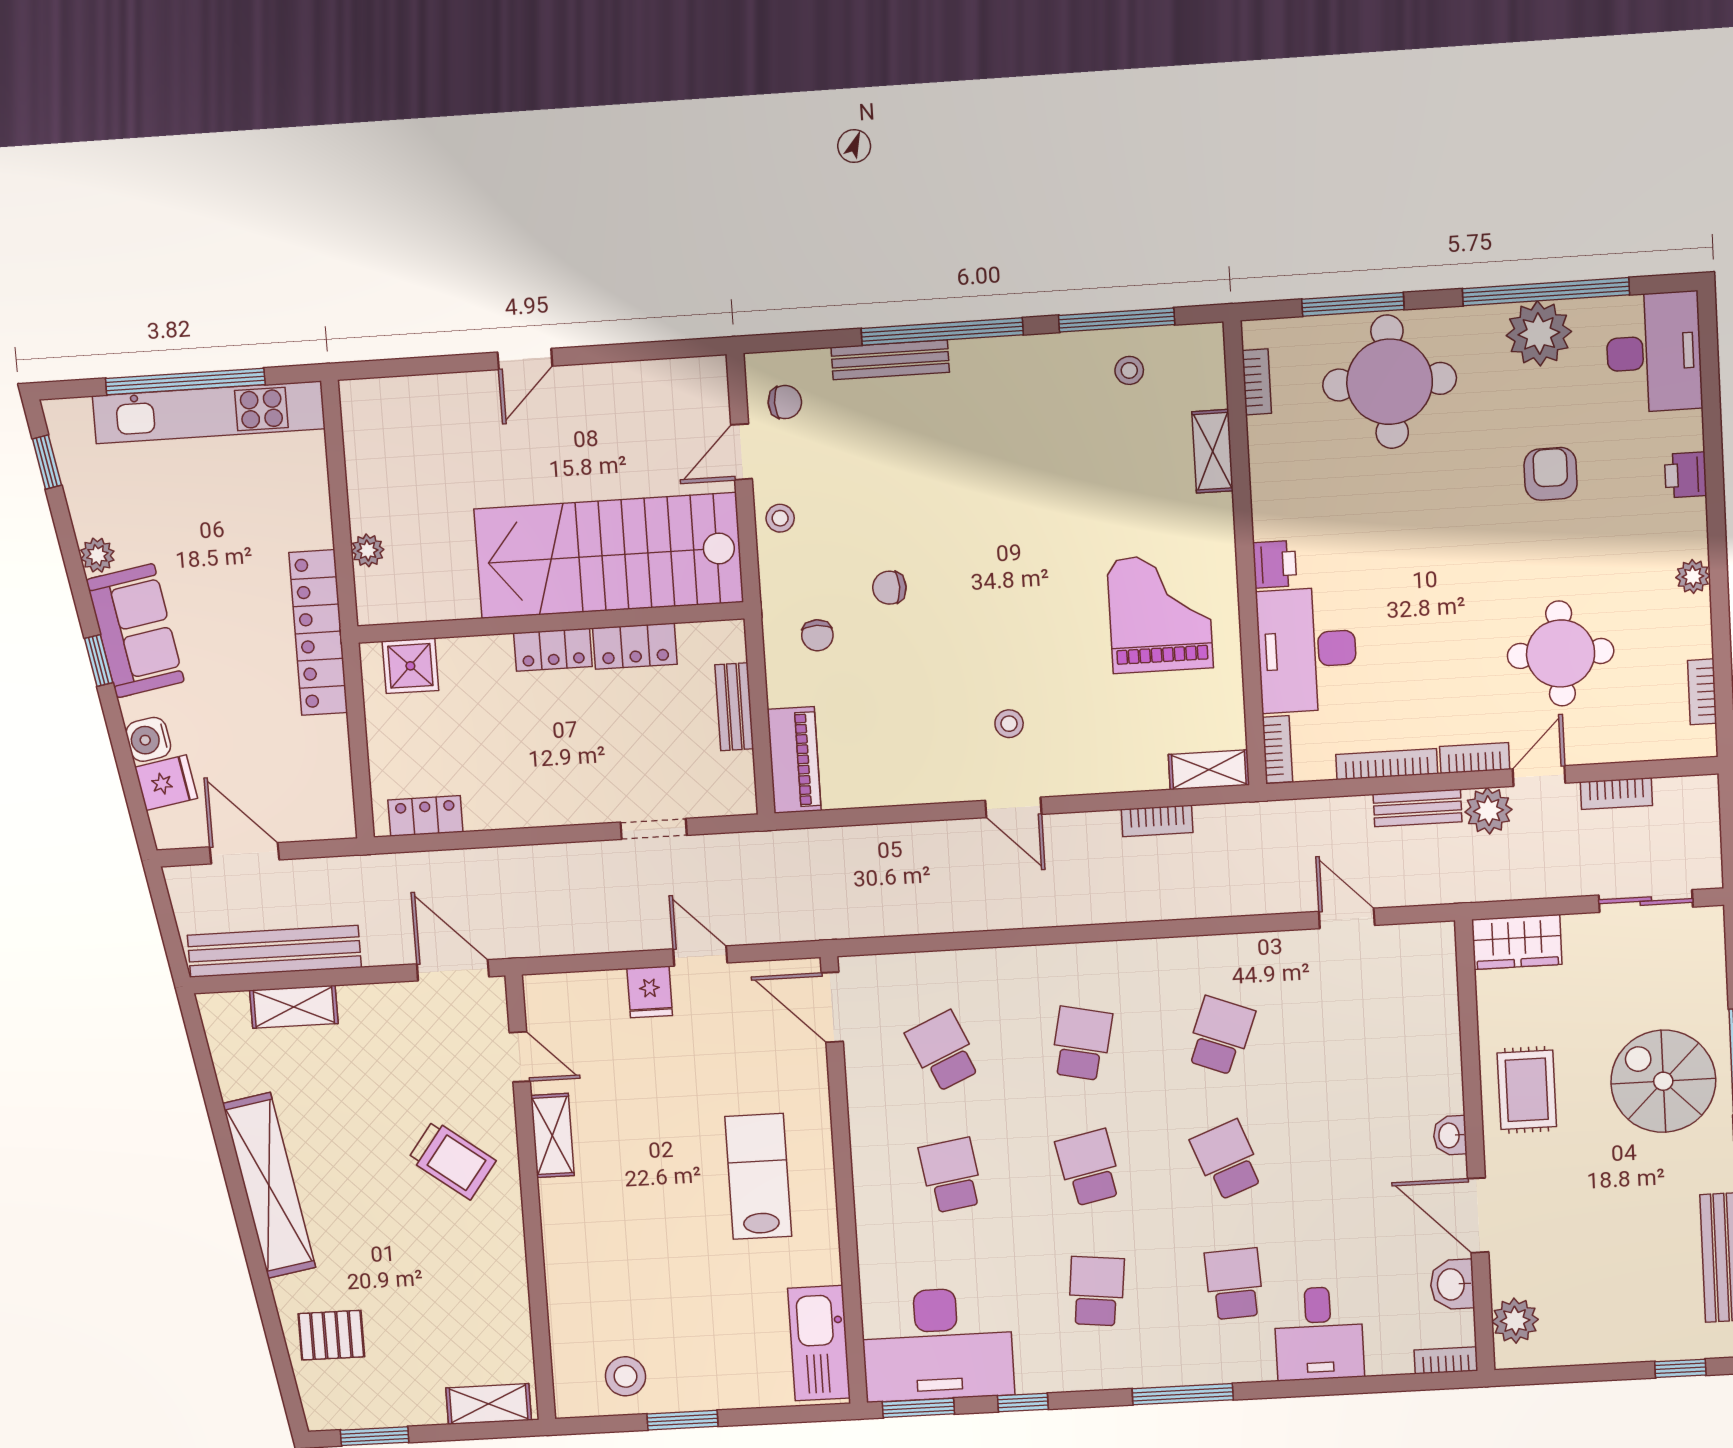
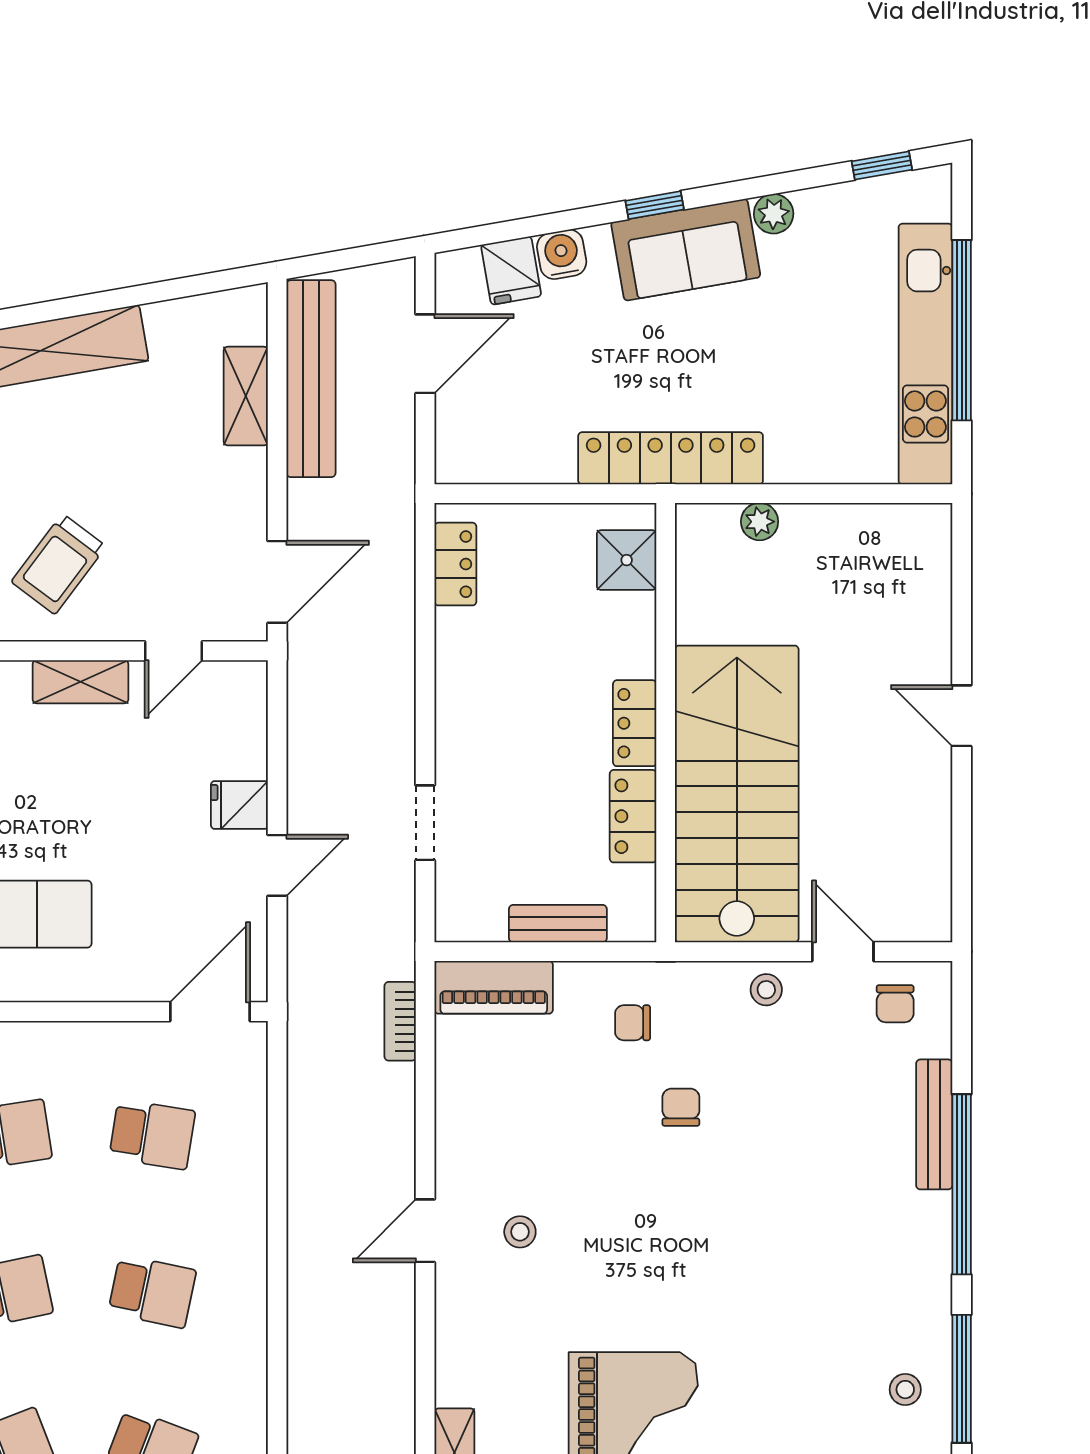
bookcase: (1157, 821) -> (400, 1021), moved
school desk: (943, 1051) -> (152, 1134), turned 33

